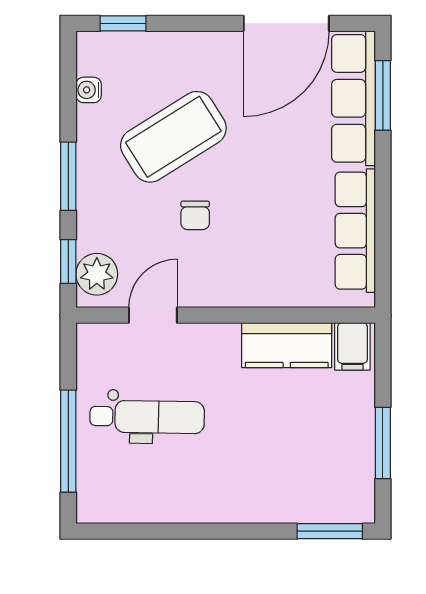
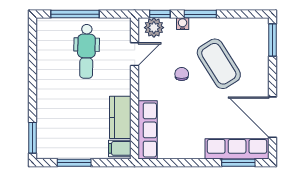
window: (123, 23) -> (272, 40), width x1.50
water cooler: (89, 90) -> (183, 24), moved
chair: (195, 215) -> (182, 74), turned 90
row of seats: (355, 231) -> (148, 130), moved, turned 90
door: (153, 315) -> (135, 54), hinge flipped

